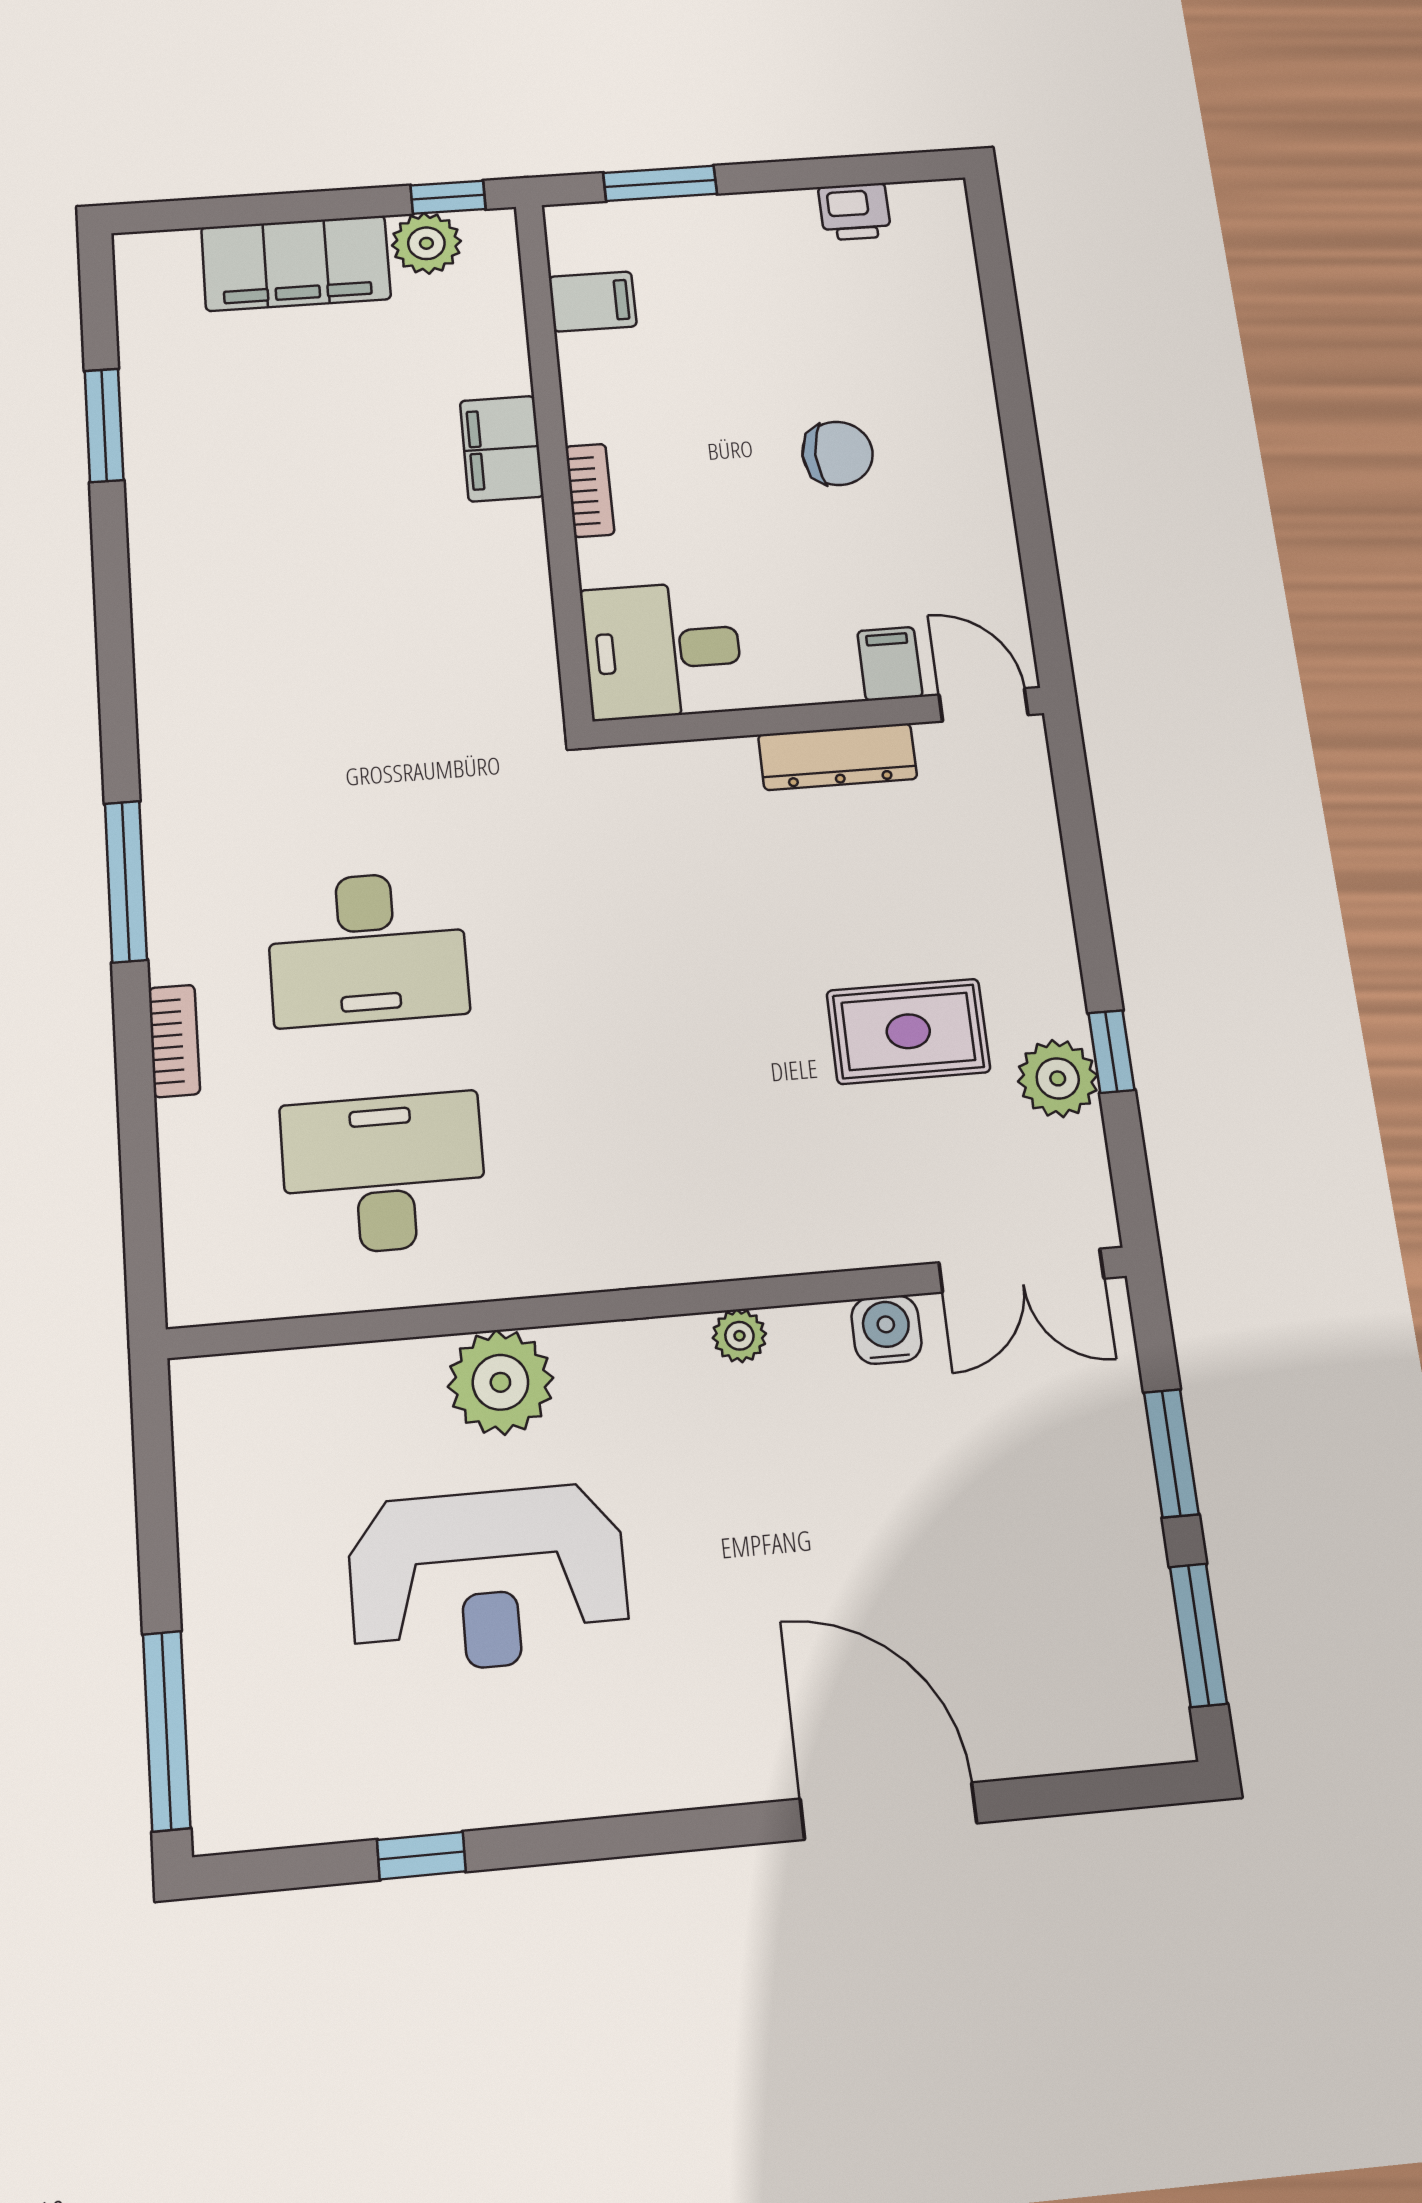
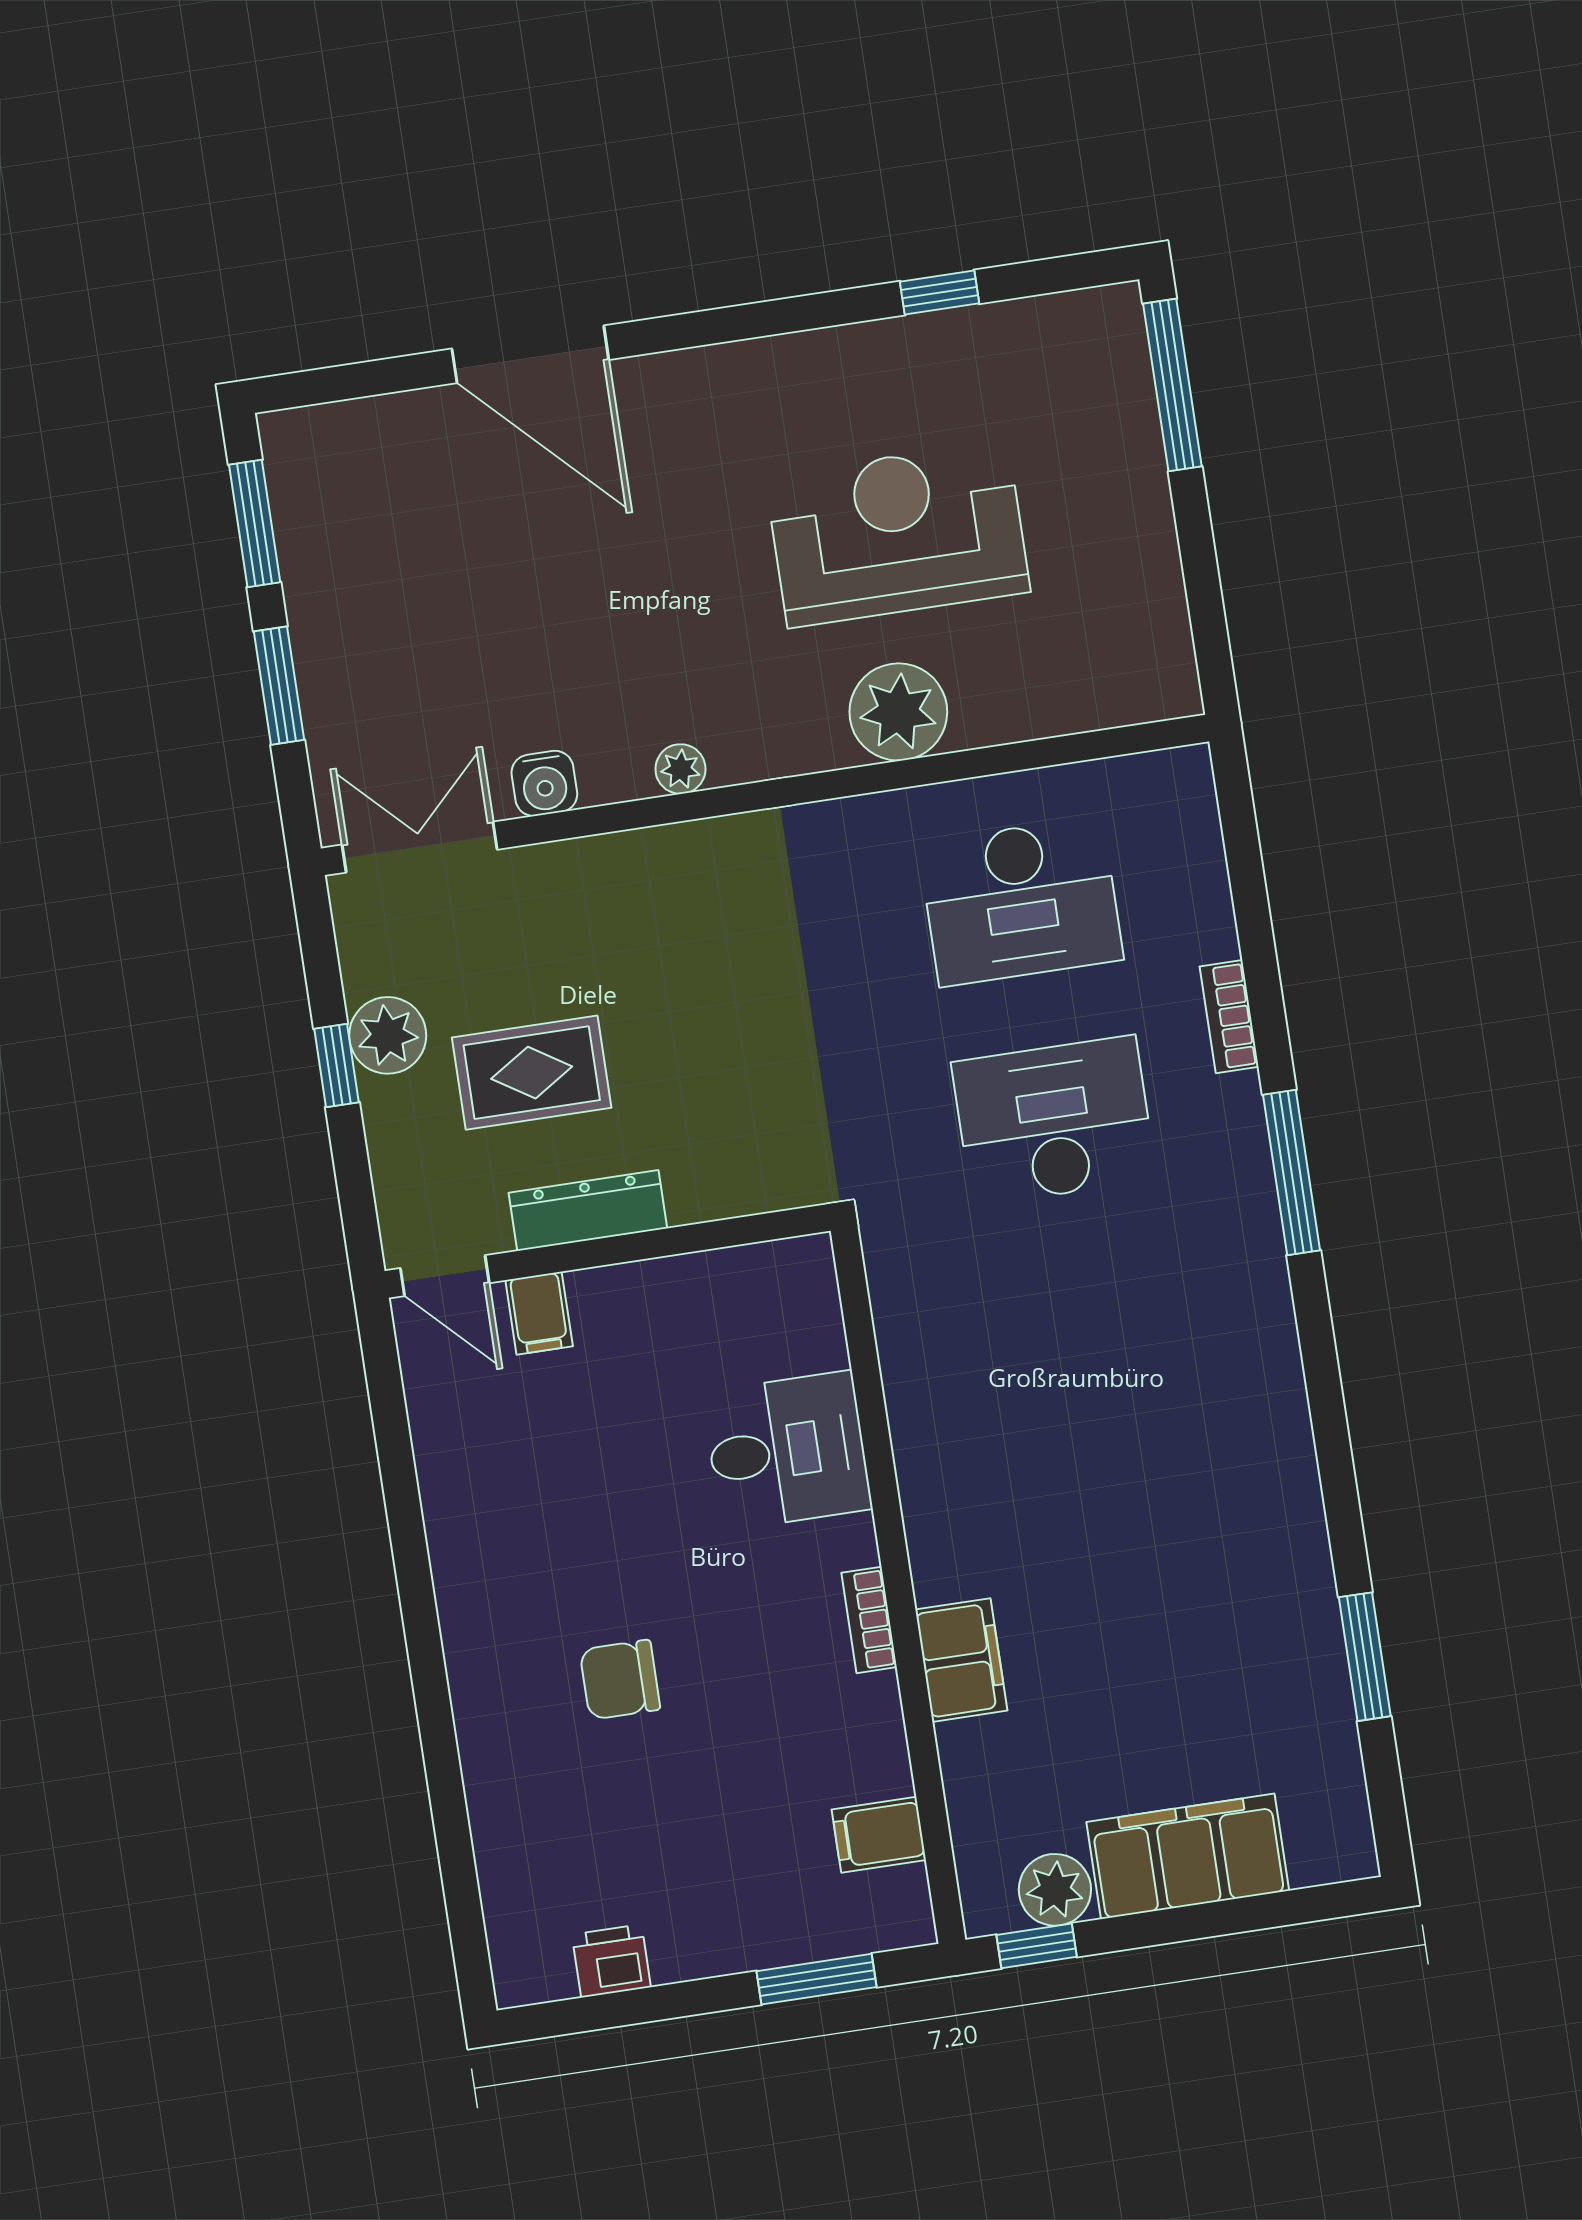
filing cabinet: (890, 664) -> (539, 1313), moved
door: (984, 705) -> (445, 1276), moved
wall: (819, 717) -> (608, 1251), moved
dresser: (838, 757) -> (588, 1210), moved

